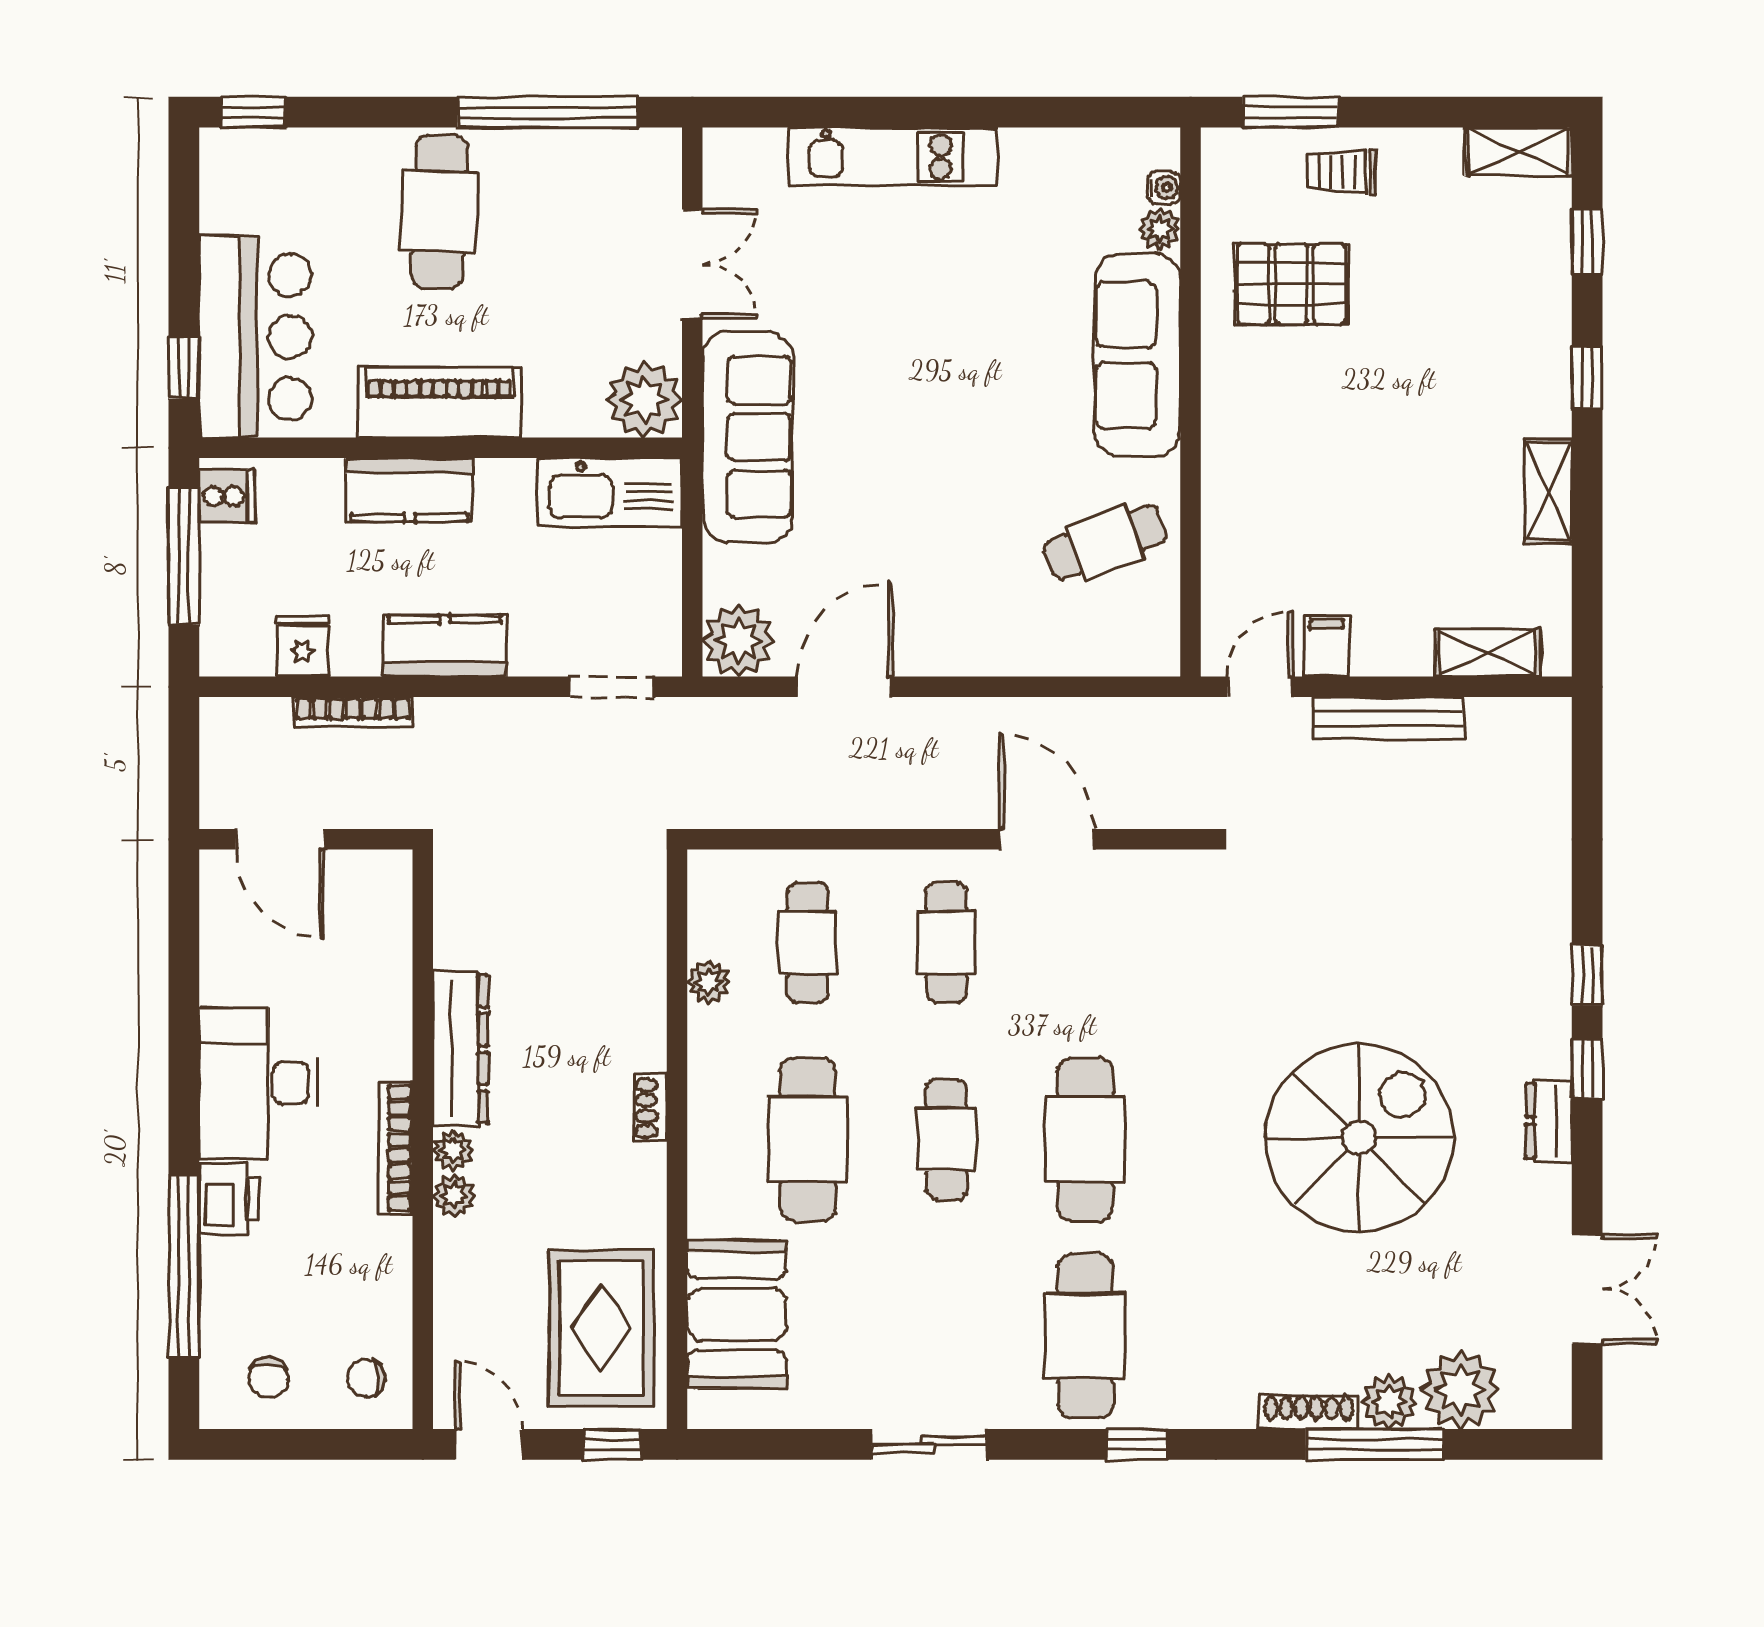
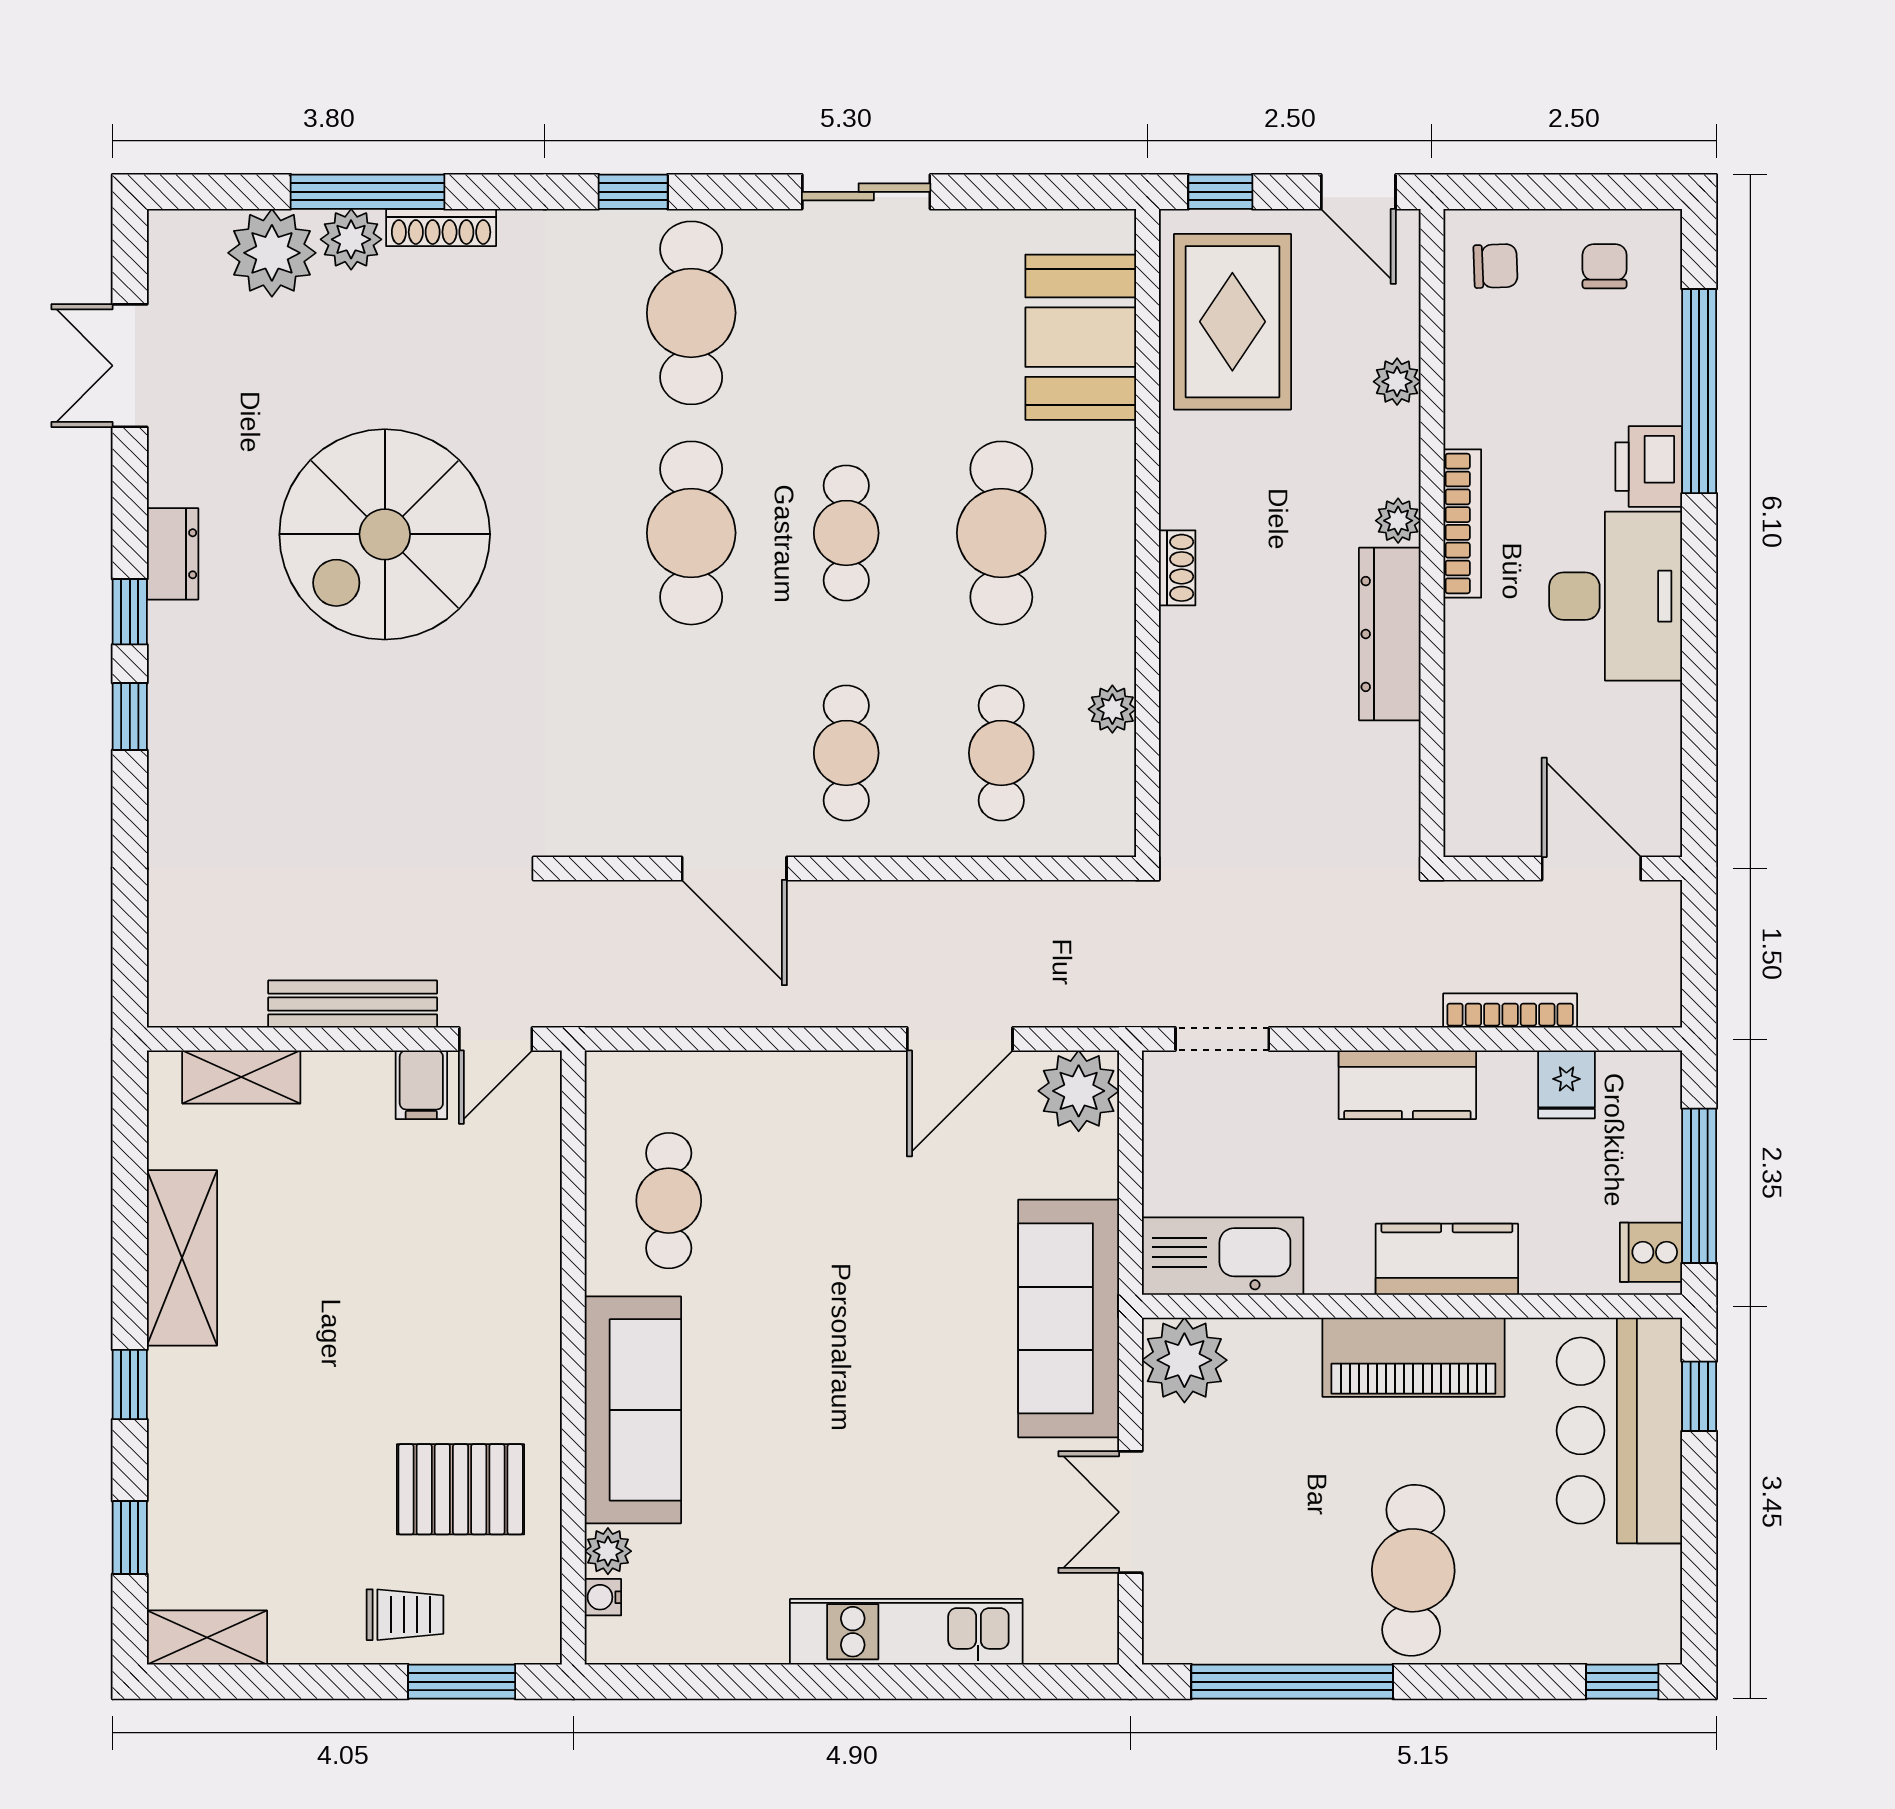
shelving: (1548, 491) -> (182, 1258), width x1.50, depth x1.33
cafe table: (1105, 542) -> (669, 1201), turned -70
plant: (454, 1196) -> (1397, 382), moved

